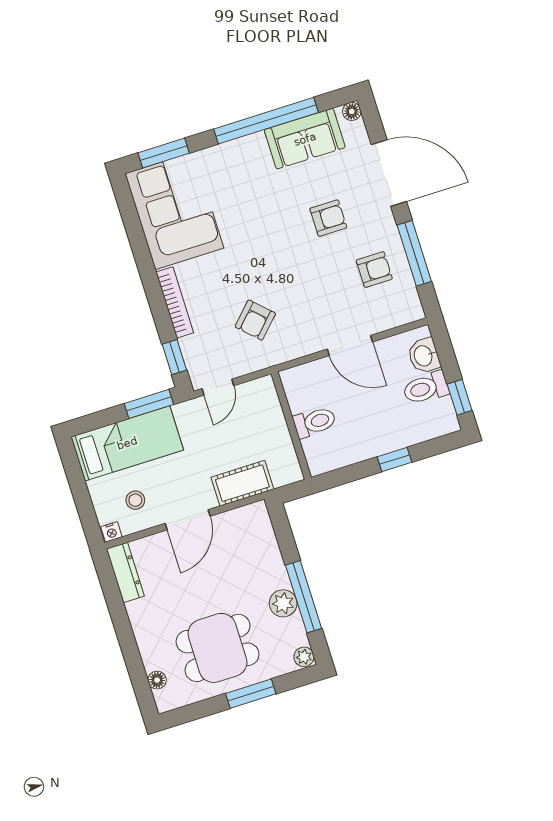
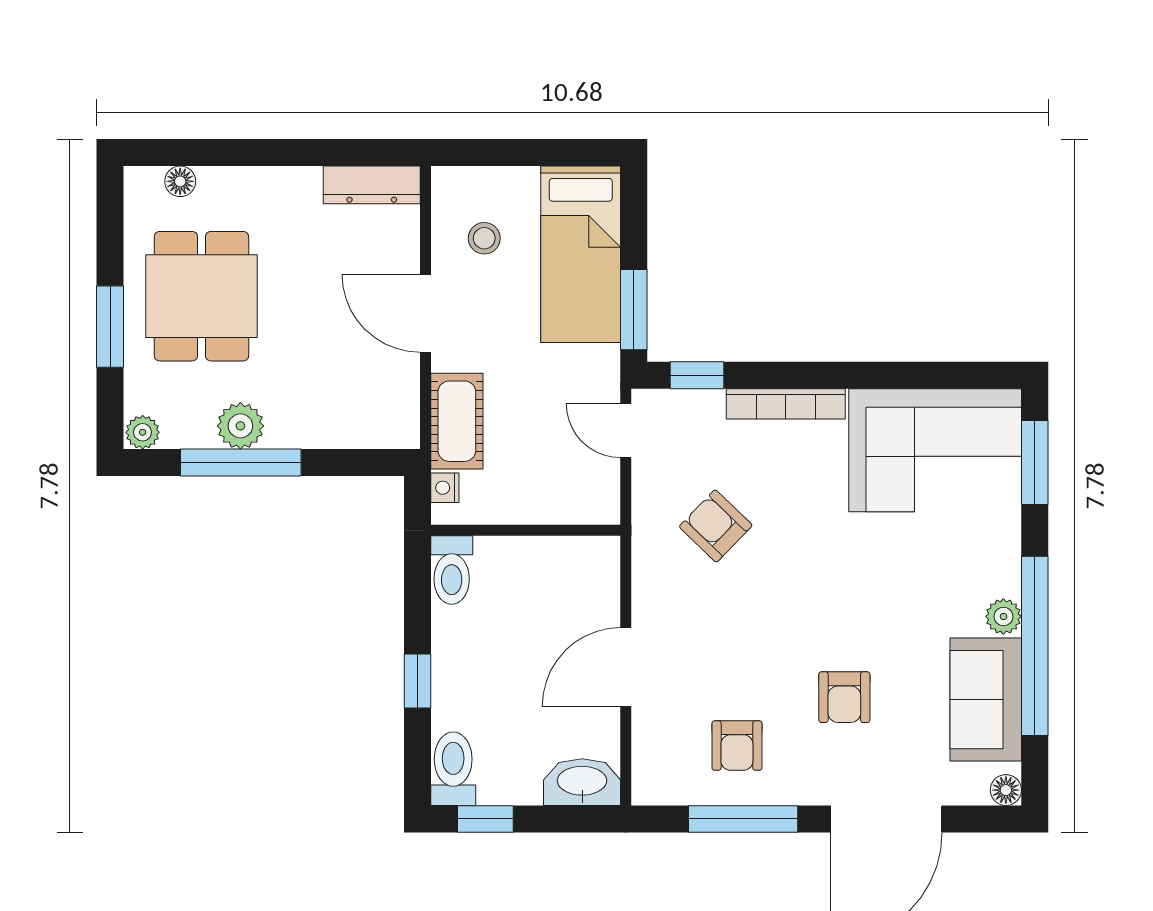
plant: (255, 143) -> (1003, 616), added
washbasin: (424, 356) -> (582, 782), width x1.38
toilet: (426, 388) -> (453, 769), moved
toilet: (315, 422) -> (452, 570), moved
nightstand: (111, 532) -> (445, 488), moved

